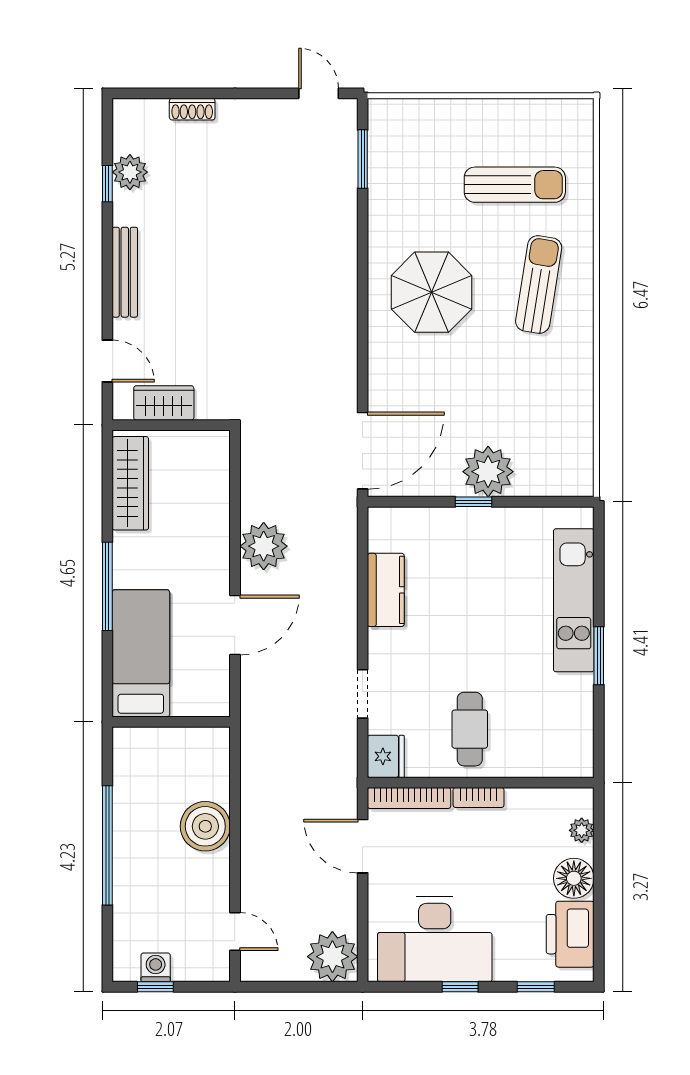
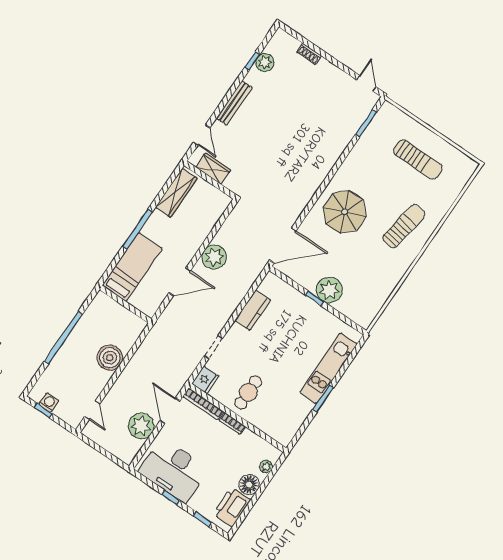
sun lounger: (515, 185) -> (418, 160), moved
parasol: (431, 292) -> (345, 212), moved
plant: (332, 957) -> (141, 426), moved

